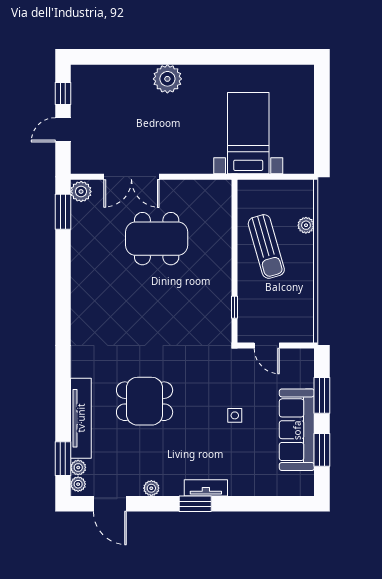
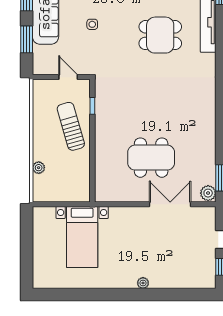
plant: (167, 79) -> (143, 283), width x0.53, depth x0.53
sun lounger: (266, 246) -> (71, 126), moved

